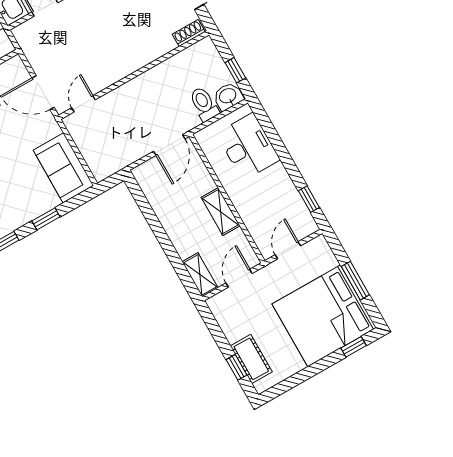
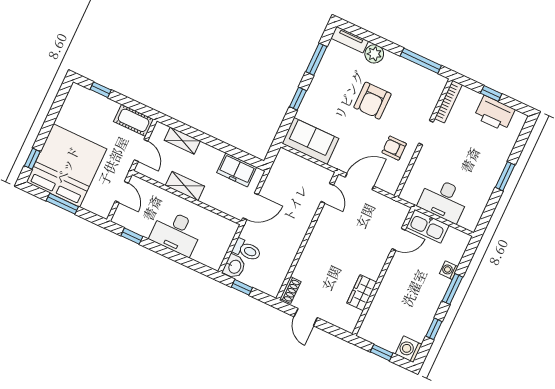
door: (169, 145) -> (251, 206), swing flipped
desk: (248, 147) -> (176, 233), moved
freezer: (157, 191) -> (237, 170), added
shelving: (200, 275) -> (182, 141), moved
cot: (251, 359) -> (134, 120), moved

